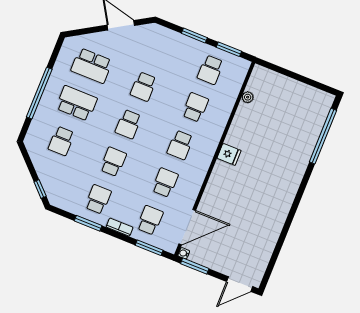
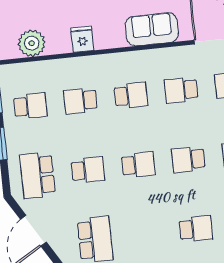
plant: (248, 97) -> (32, 43), width x1.87, depth x1.87
school desk: (76, 103) -> (38, 175), moved
fridge: (229, 154) -> (82, 39), moved
sofa: (219, 185) -> (152, 29), added

